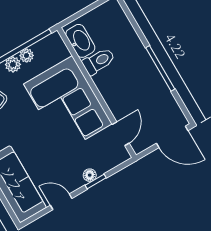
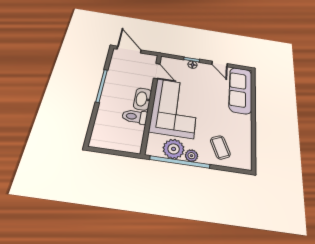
washbasin: (80, 41) -> (142, 99), moved
plant: (27, 56) -> (174, 149), width x1.88, depth x1.88
door: (121, 134) -> (157, 71), swing flipped

